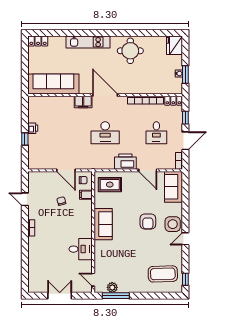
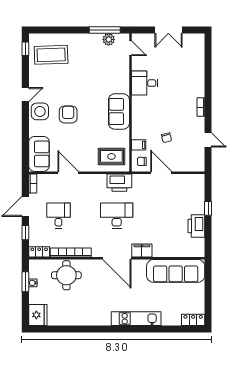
round table: (130, 51) -> (66, 275), moved
printer: (33, 128) -> (196, 226), width x1.87, depth x1.48
printer: (125, 162) -> (119, 183), moved

